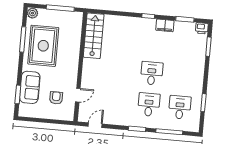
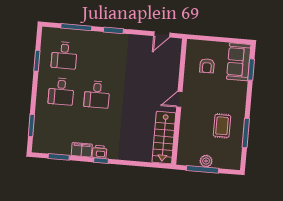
plant: (33, 13) -> (206, 161), moved
printer: (202, 28) -> (99, 152), moved
rug: (43, 46) -> (222, 126), width x0.54, depth x0.49
sofa: (30, 87) -> (239, 62), moved
door: (78, 95) -> (179, 99), moved
desk: (149, 105) -> (61, 91), moved

